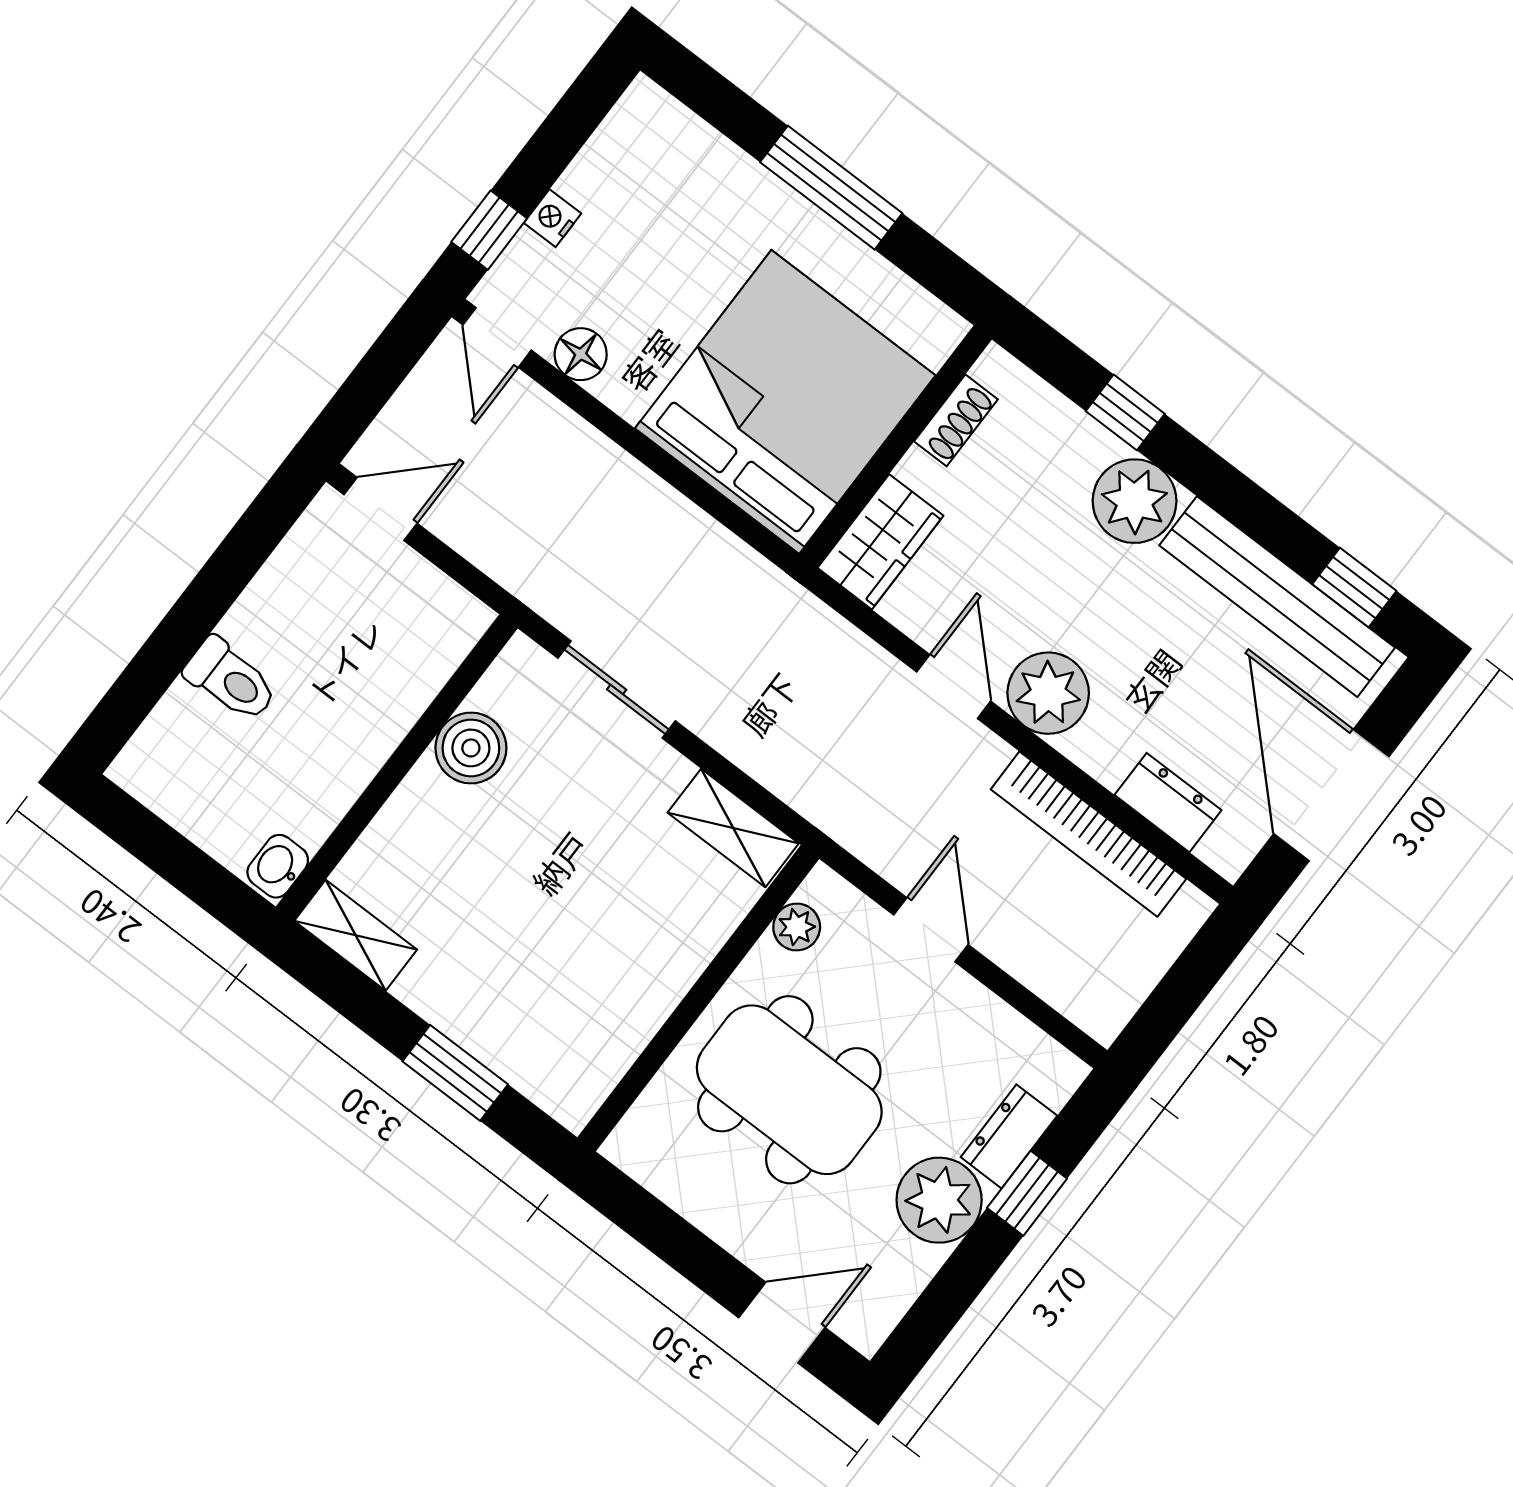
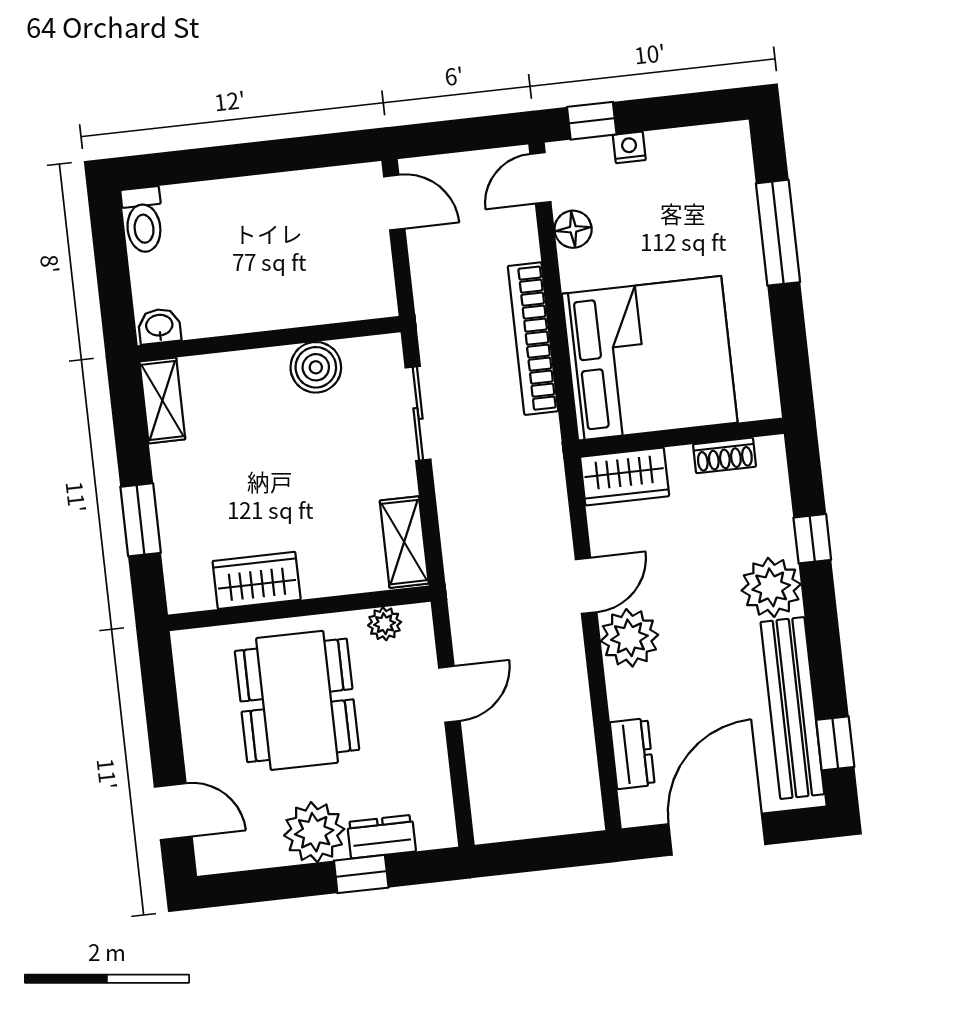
window: (831, 188) -> (778, 233), moved
toilet: (231, 680) -> (143, 220), moved
bookcase: (1088, 834) -> (533, 339), moved
wardrobe: (629, 1014) -> (257, 580), added

